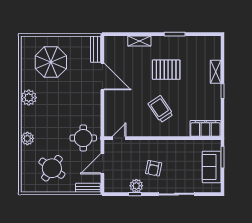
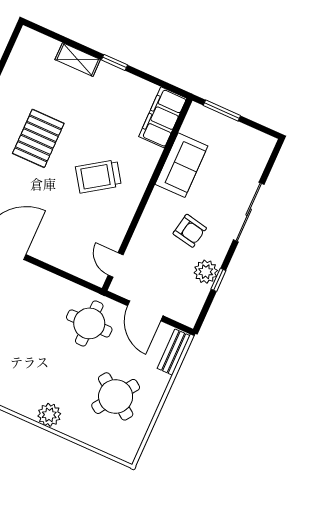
sofa: (212, 167) -> (181, 165), moved, turned -90

